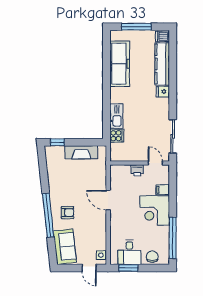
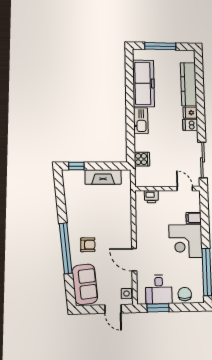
dishwasher: (162, 36) -> (190, 125), moved
kitchen sink: (116, 116) -> (141, 121), moved
printer: (137, 170) -> (151, 197), moved
door: (108, 200) -> (134, 260), moved

